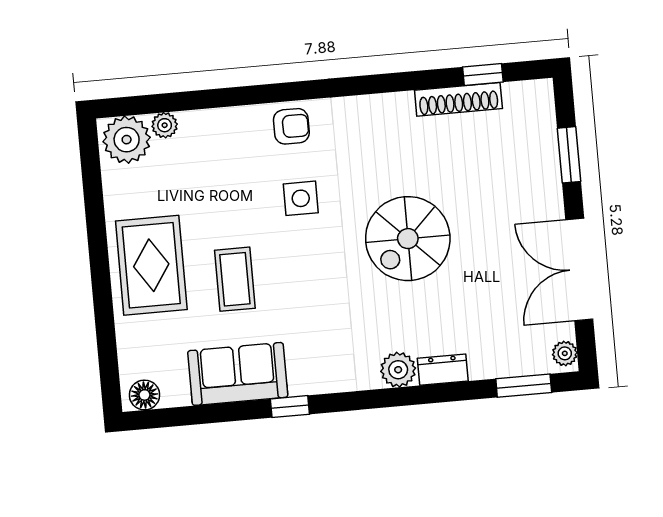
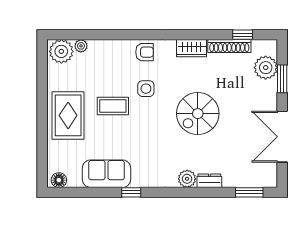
wardrobe: (384, 110) -> (192, 48), added
coffee table: (235, 279) -> (113, 106), moved, turned 90
plant: (565, 353) -> (266, 68), moved, width x1.88, depth x1.88

